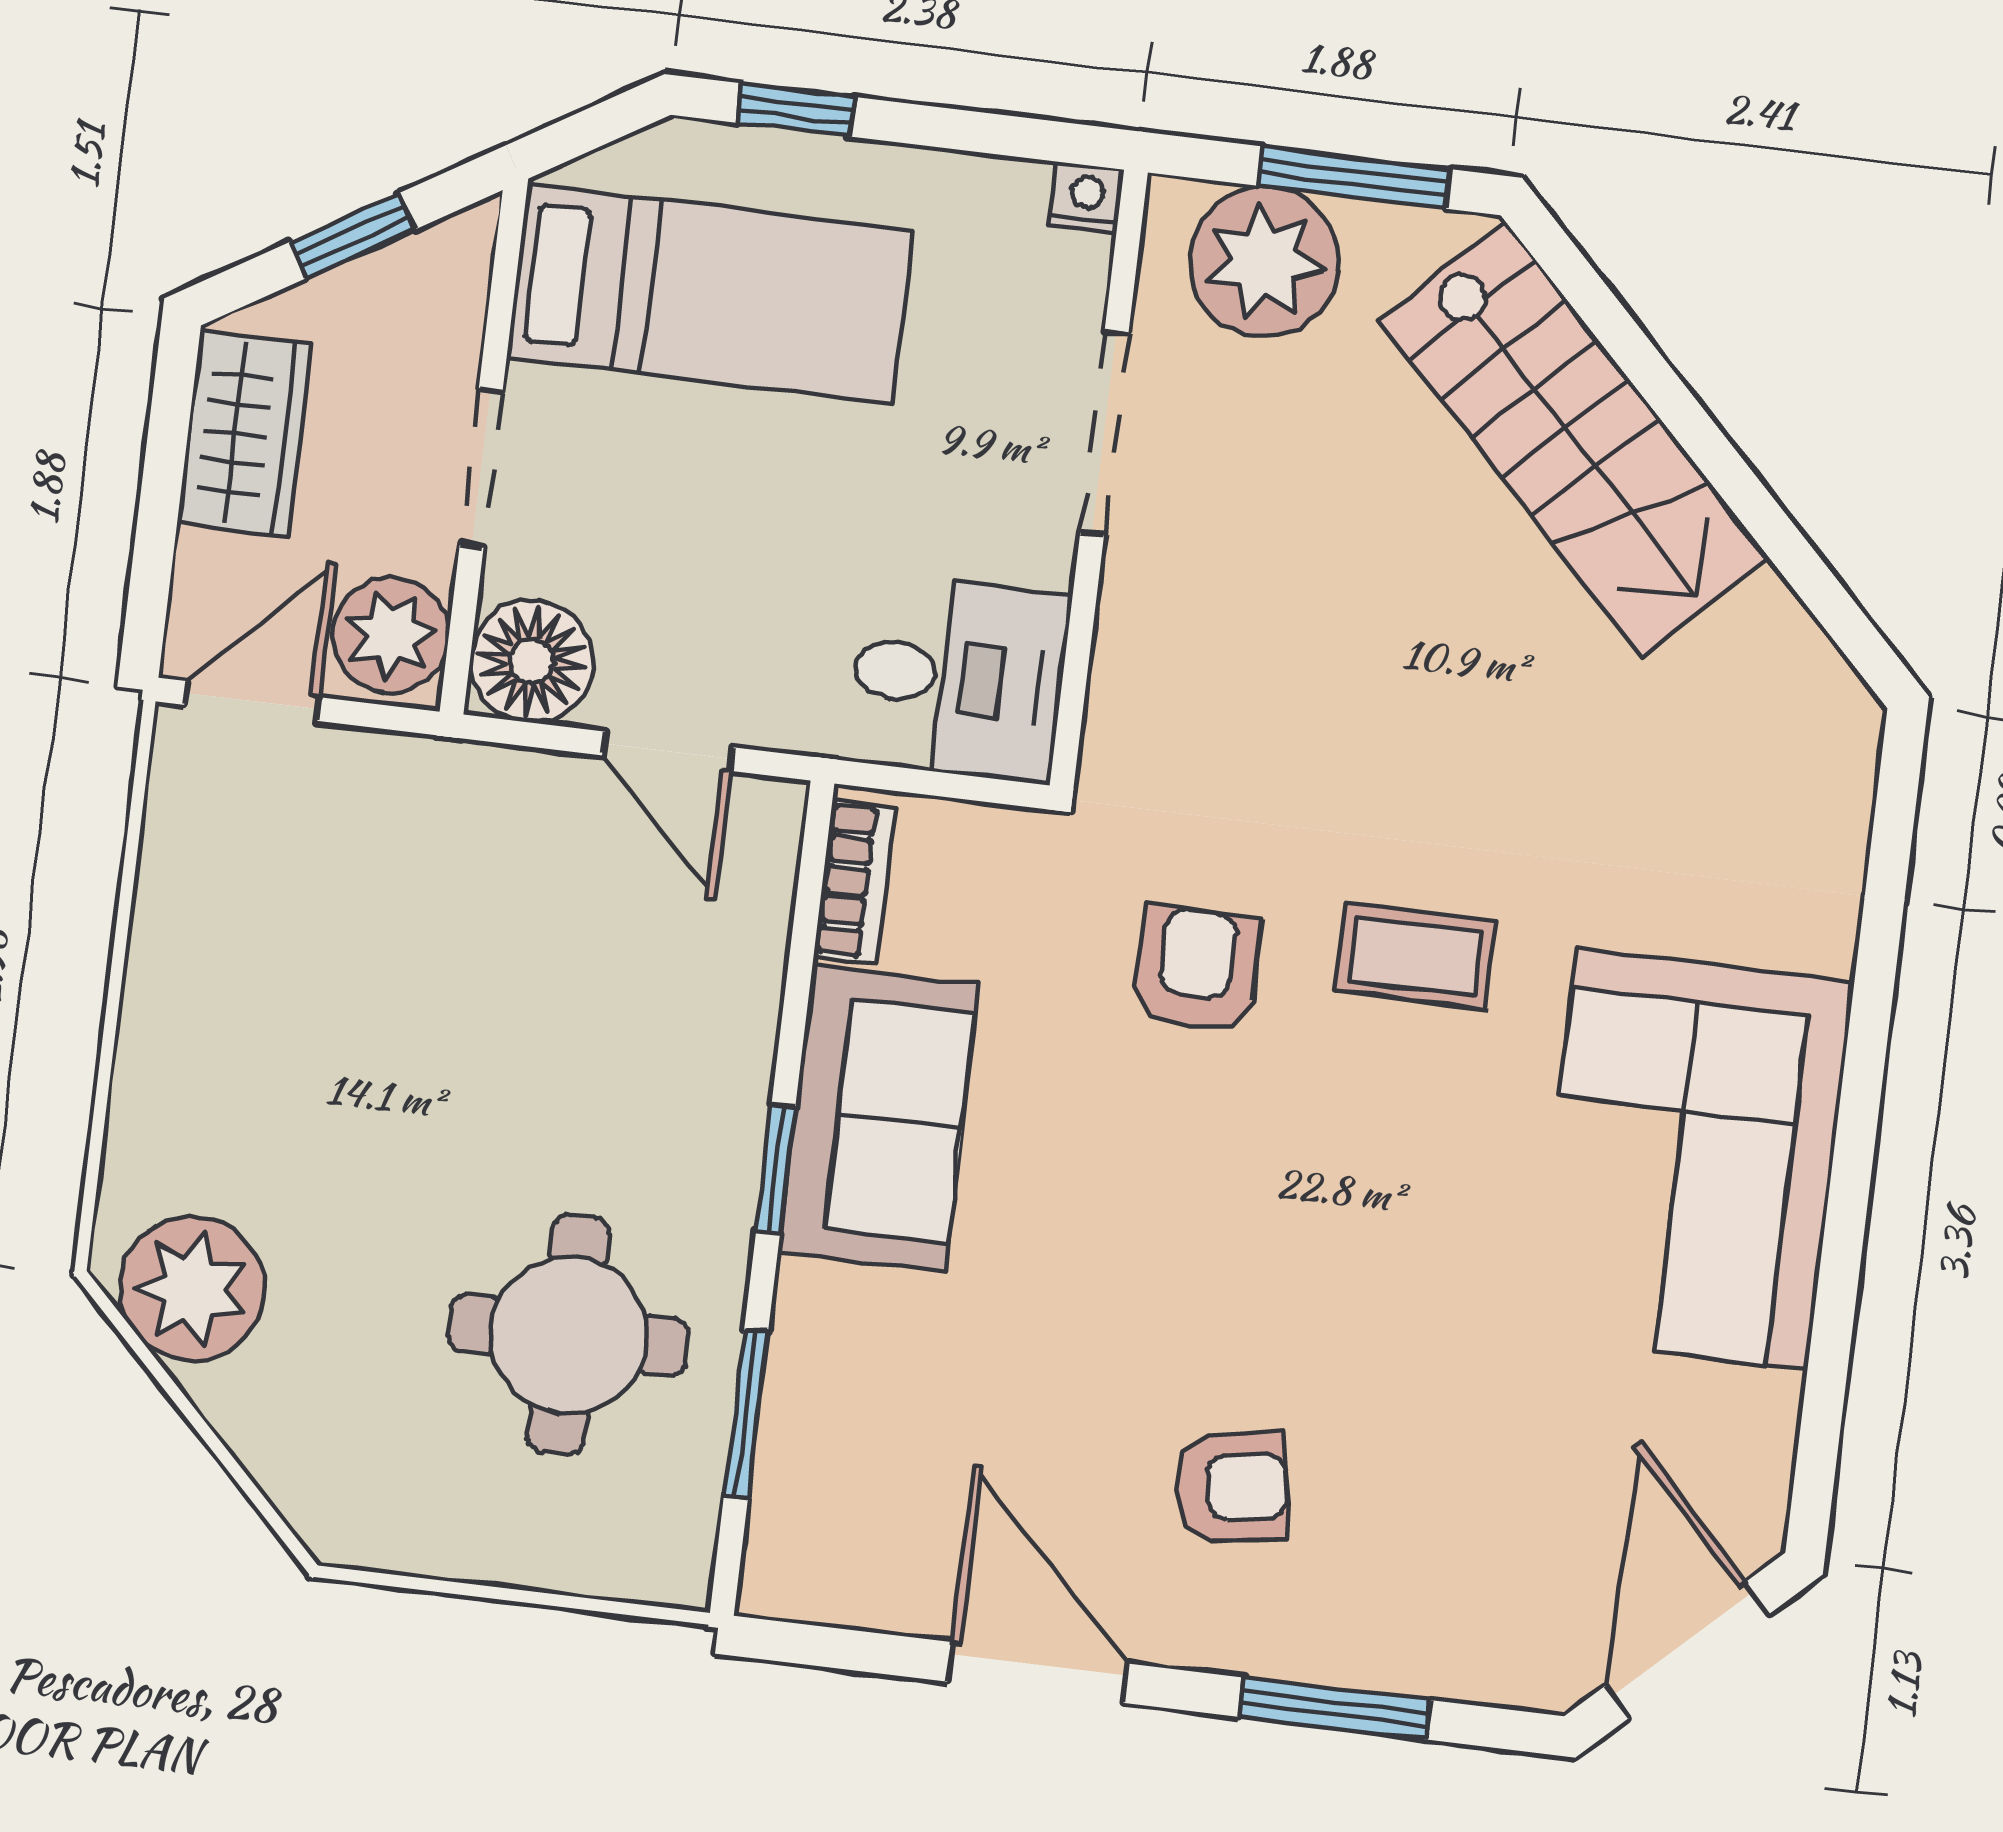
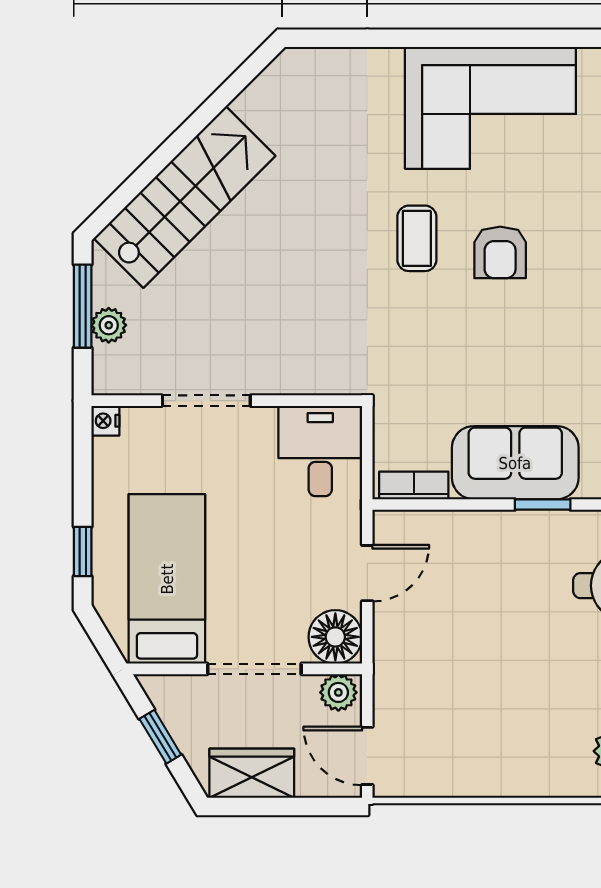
plant: (1264, 262) -> (109, 325), width x0.53, depth x0.53
doorway: (481, 468) -> (254, 669), width x1.38
plant: (391, 635) -> (338, 692), width x0.73, depth x0.73
armchair: (1197, 970) -> (500, 252), moved, turned -90

